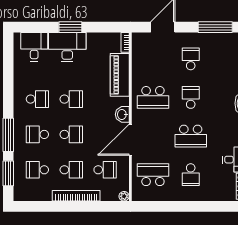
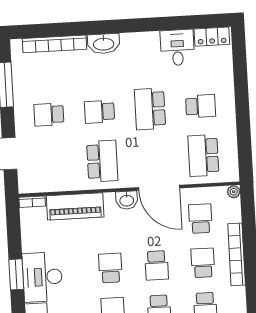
school desk: (71, 134) -> (157, 265), turned 180
school desk: (191, 136) -> (150, 109), turned 180

